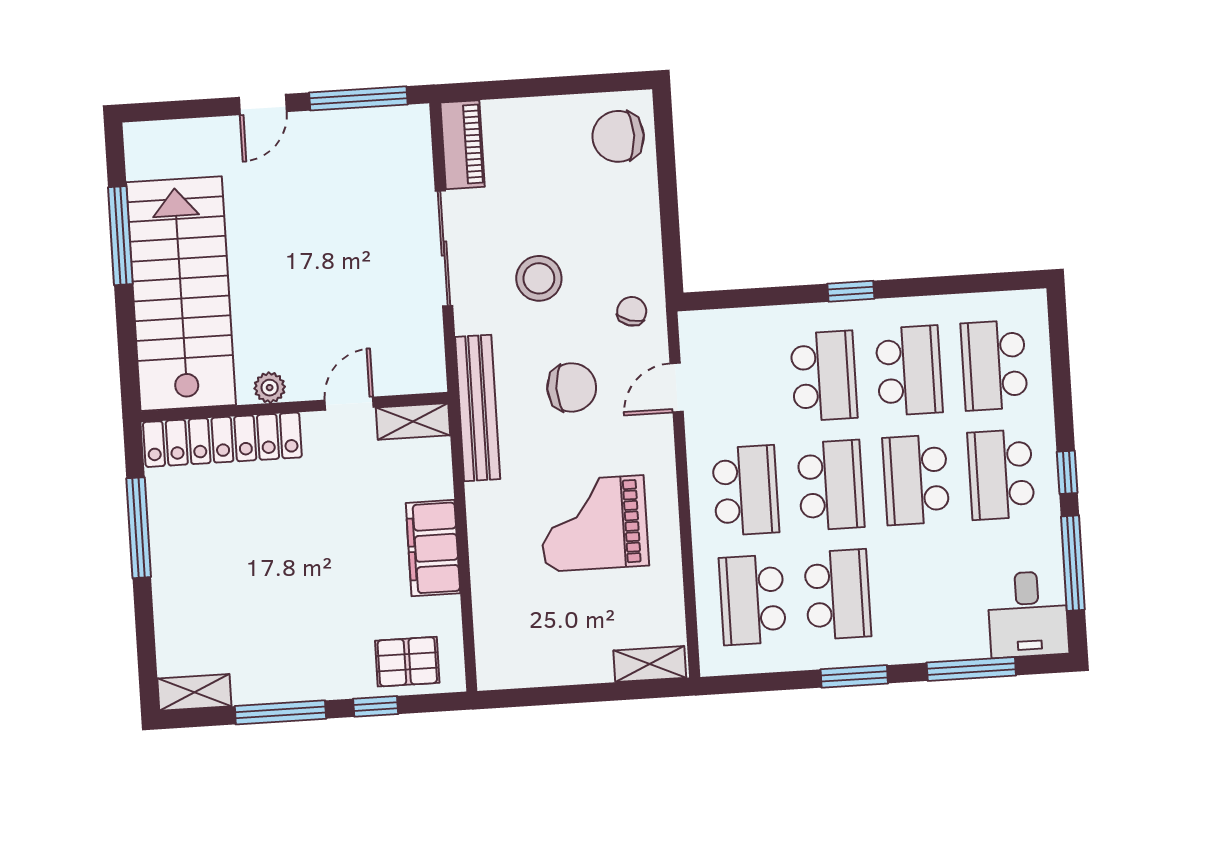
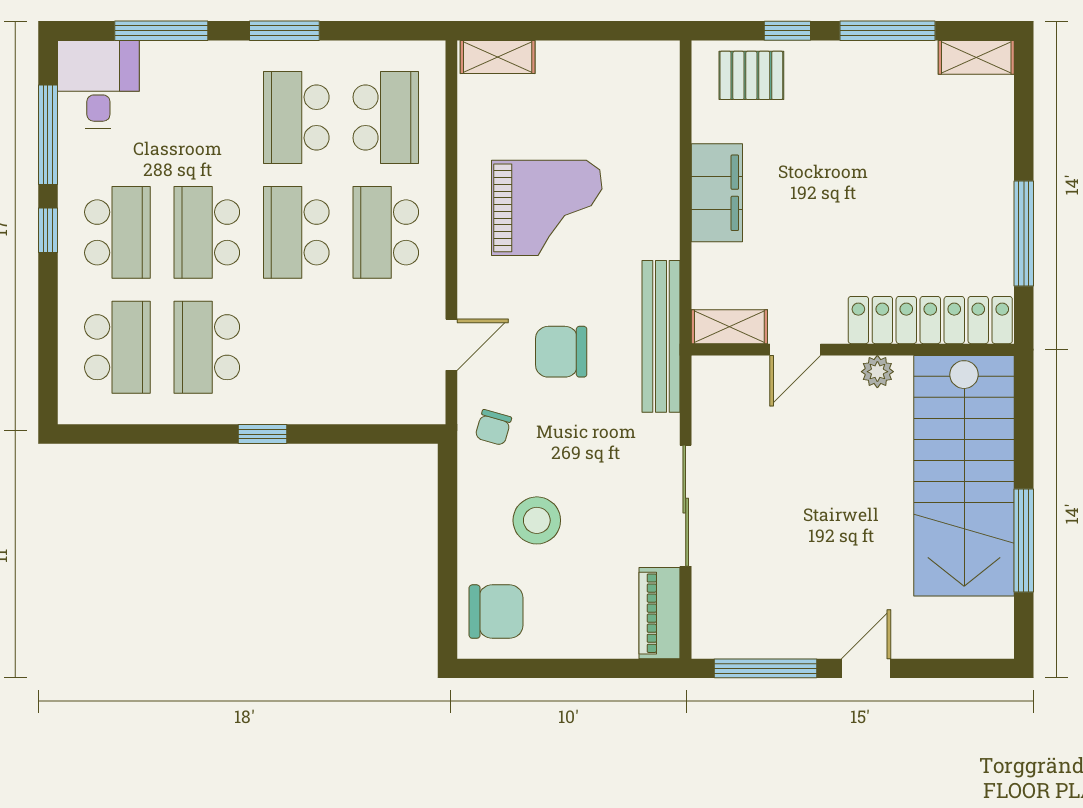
stool: (539, 278) -> (537, 520), moved
school desk: (824, 376) -> (296, 347), removed
school desk: (916, 480) -> (207, 232), turned 180

